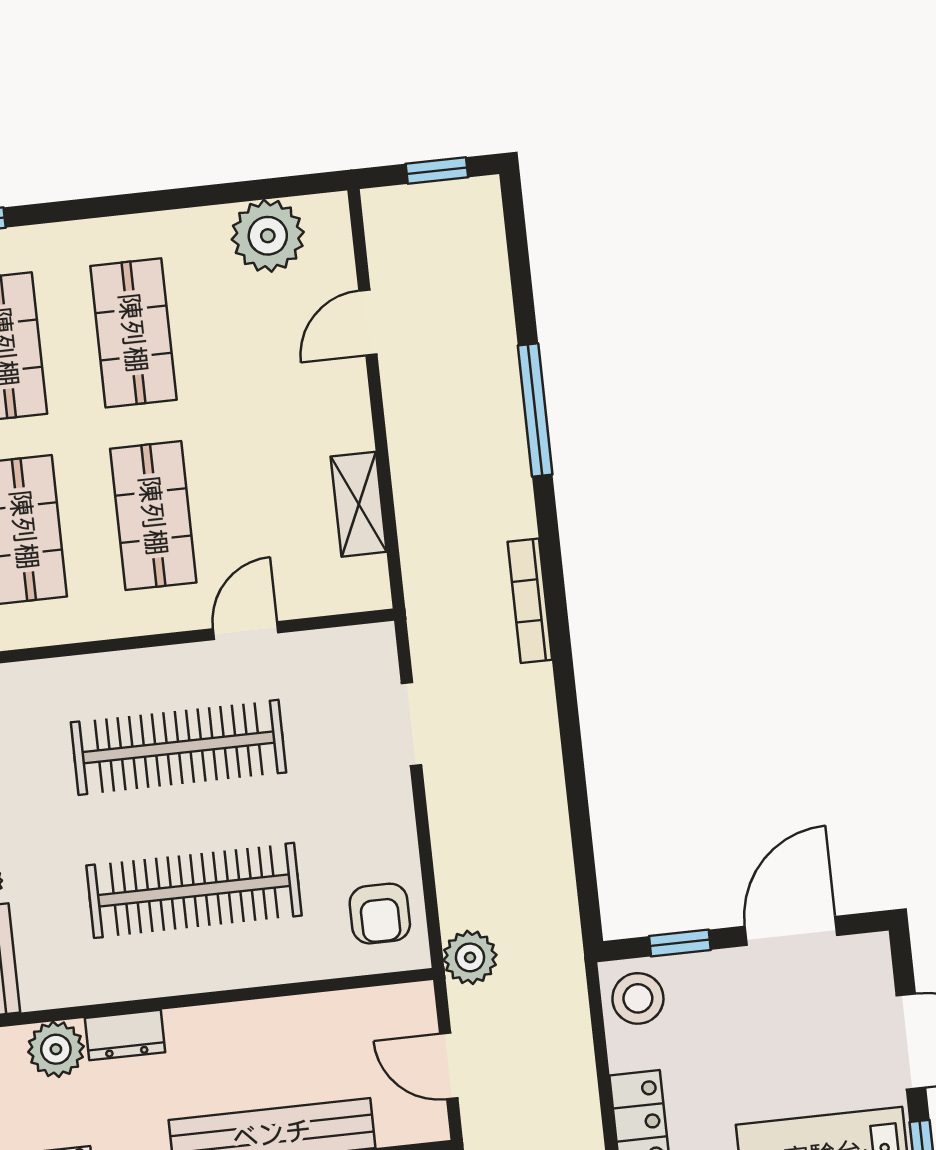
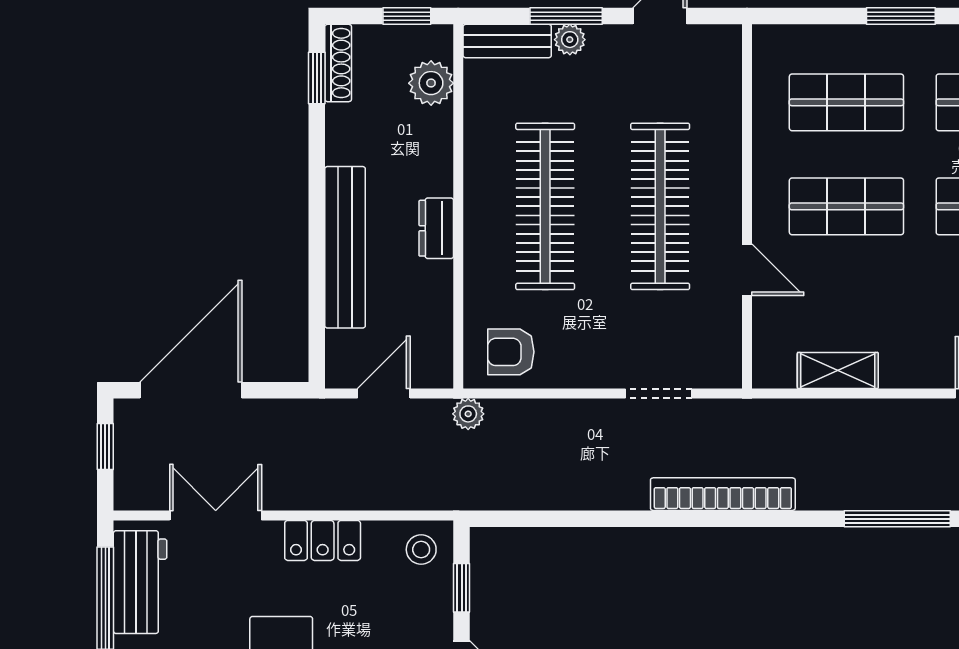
bookcase: (530, 601) -> (723, 494), width x1.48, depth x1.31
plant: (470, 957) -> (468, 414), width x0.73, depth x0.73
stool: (638, 998) -> (421, 550), width x0.73, depth x0.73
dresser: (125, 1035) -> (436, 228), moved

